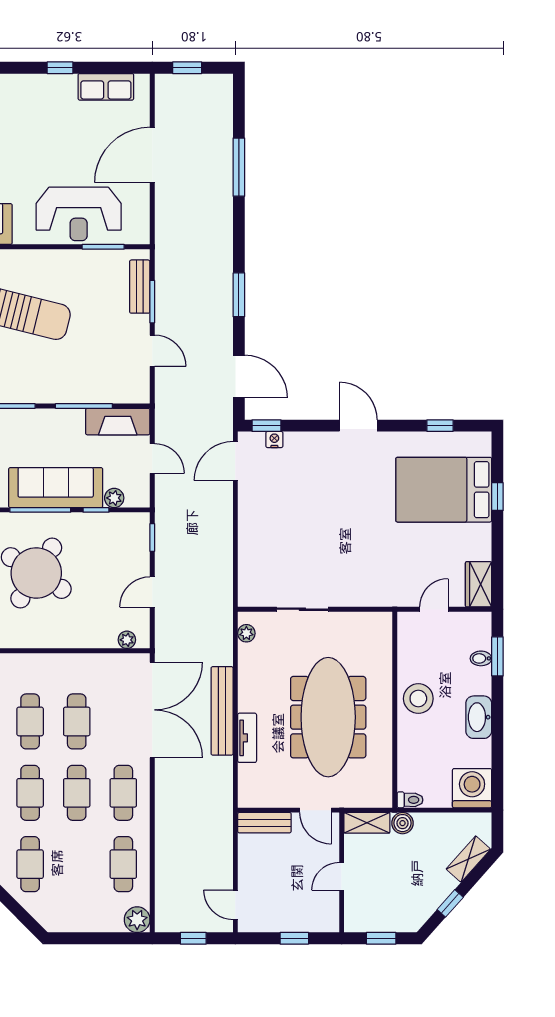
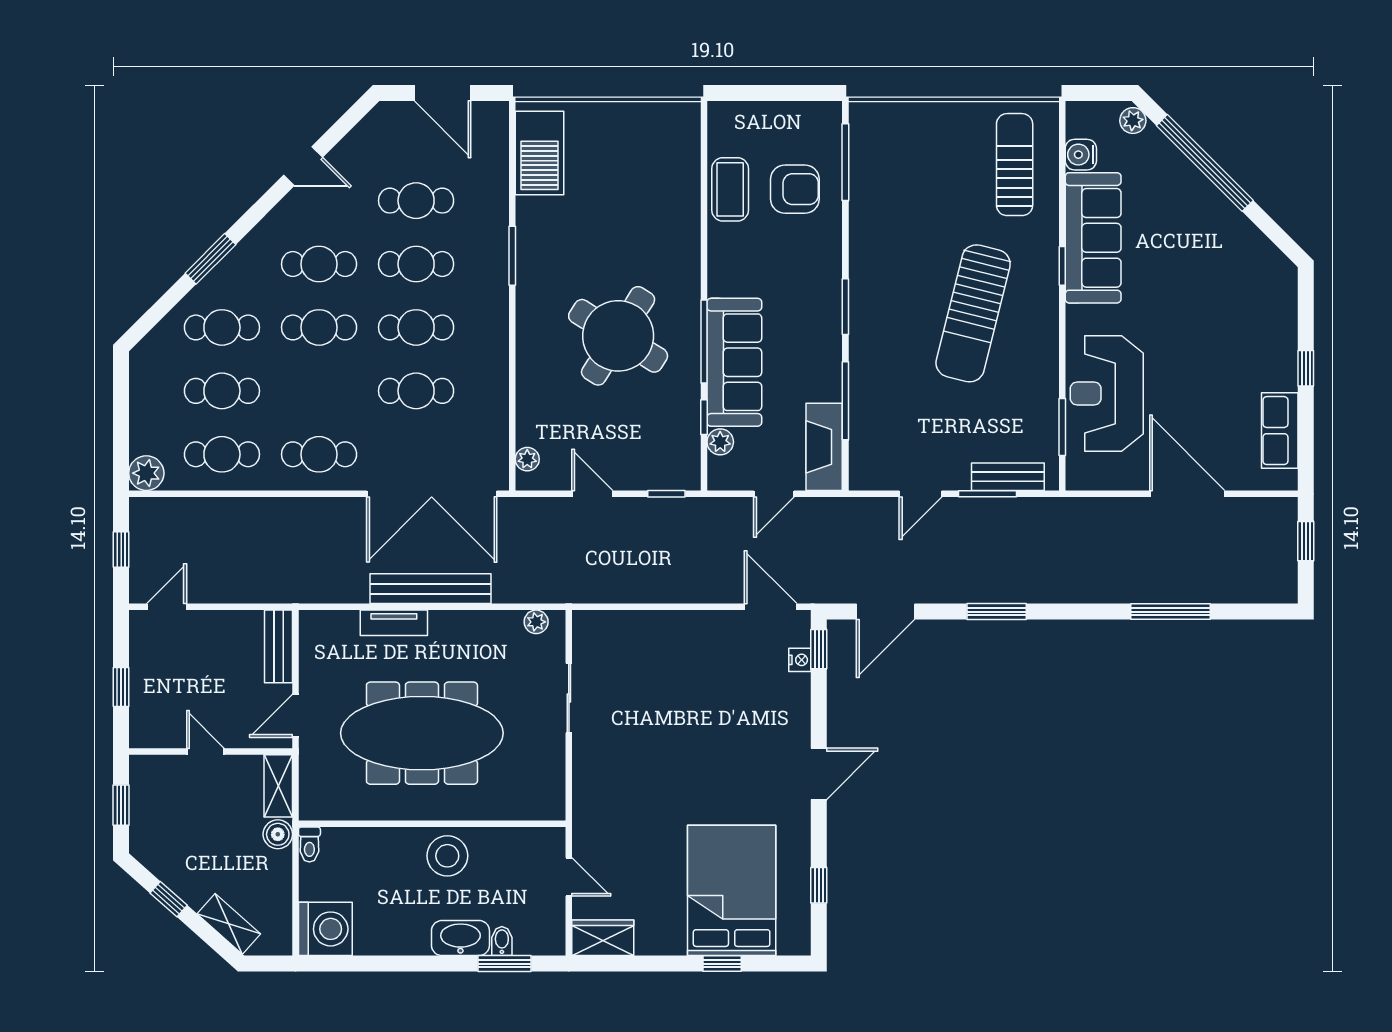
washbasin: (479, 717) -> (460, 938), moved
cafe table: (77, 793) -> (222, 391), moved

